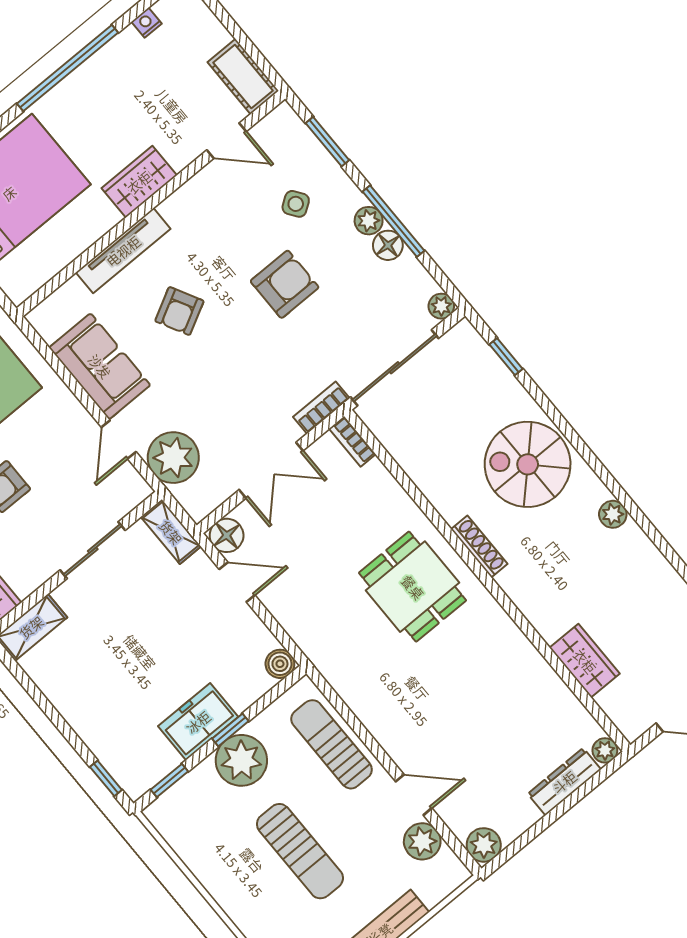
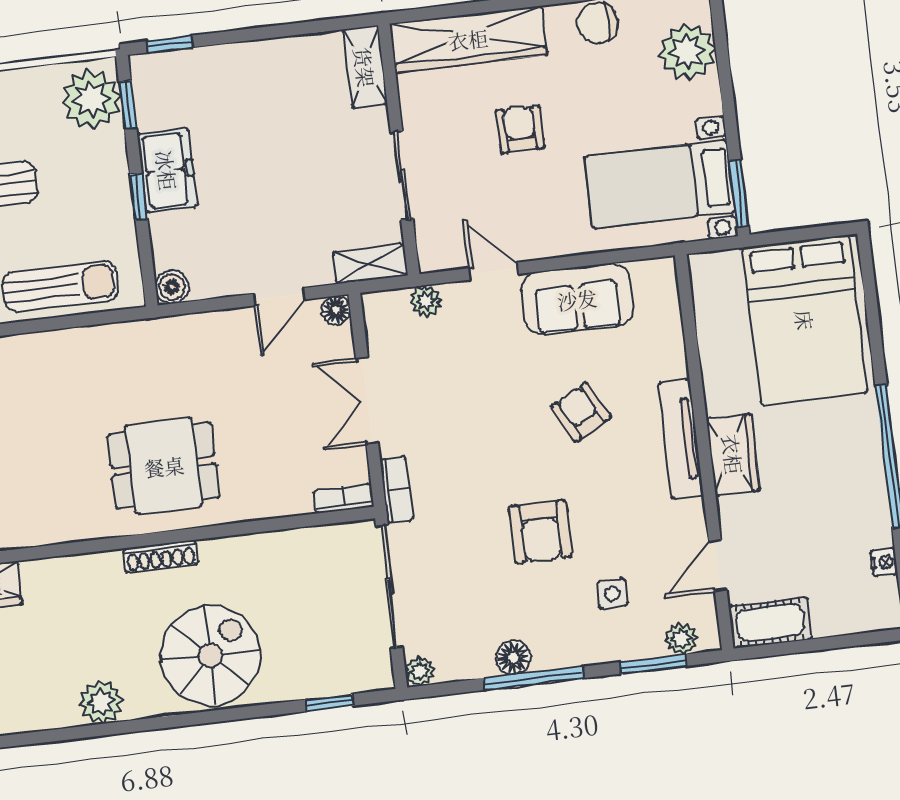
side table: (296, 204) -> (612, 594), turned 35
plant: (369, 221) -> (681, 639), moved
tv unit: (123, 251) -> (681, 439), moved
plant: (173, 458) -> (426, 301), width x0.53, depth x0.53
plant: (613, 514) -> (101, 702), width x1.38, depth x1.38
floor lamp: (227, 535) -> (336, 310), width x0.73, depth x0.73
plant: (241, 760) -> (91, 99), moved

